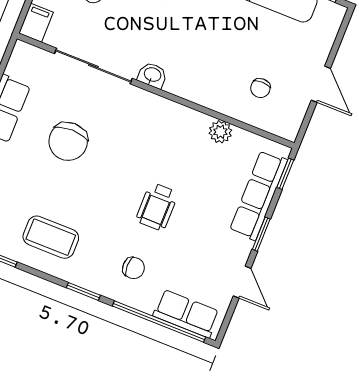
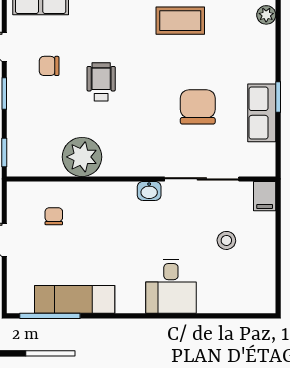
plant: (220, 132) -> (82, 157), width x1.87, depth x1.87
row of seats: (258, 195) -> (20, 125), removed
chair: (133, 268) -> (49, 66), moved

